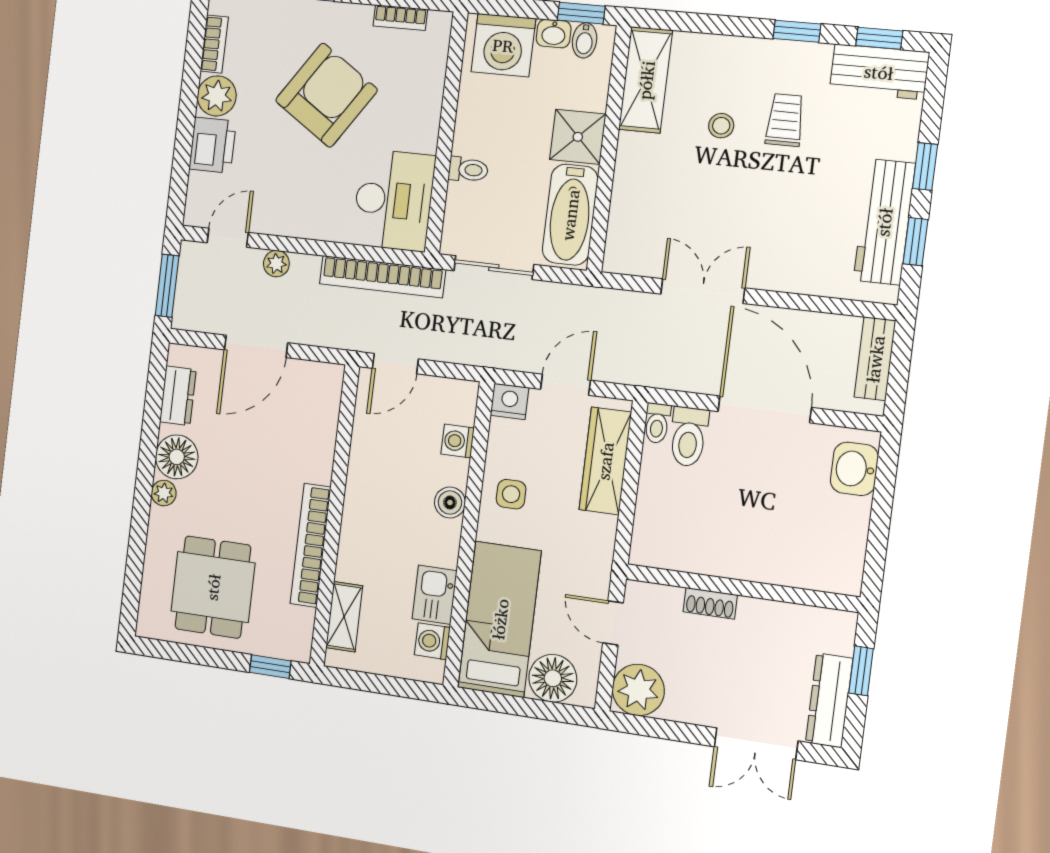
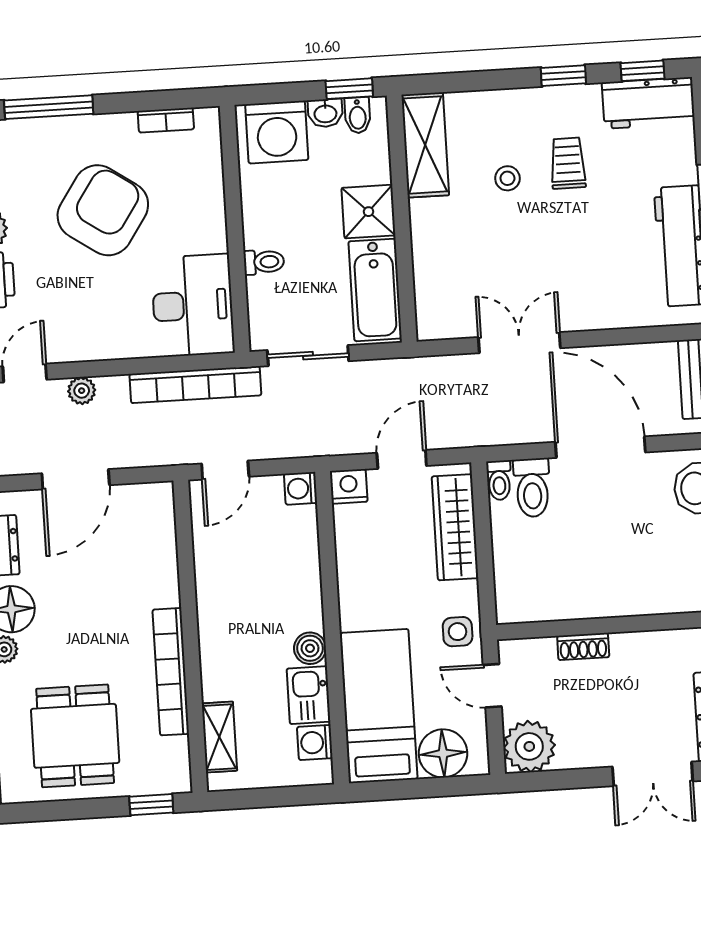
washing machine: (458, 441) -> (301, 488), moved
side table: (511, 494) -> (458, 632), moved
boiler: (450, 502) -> (310, 648), moved

